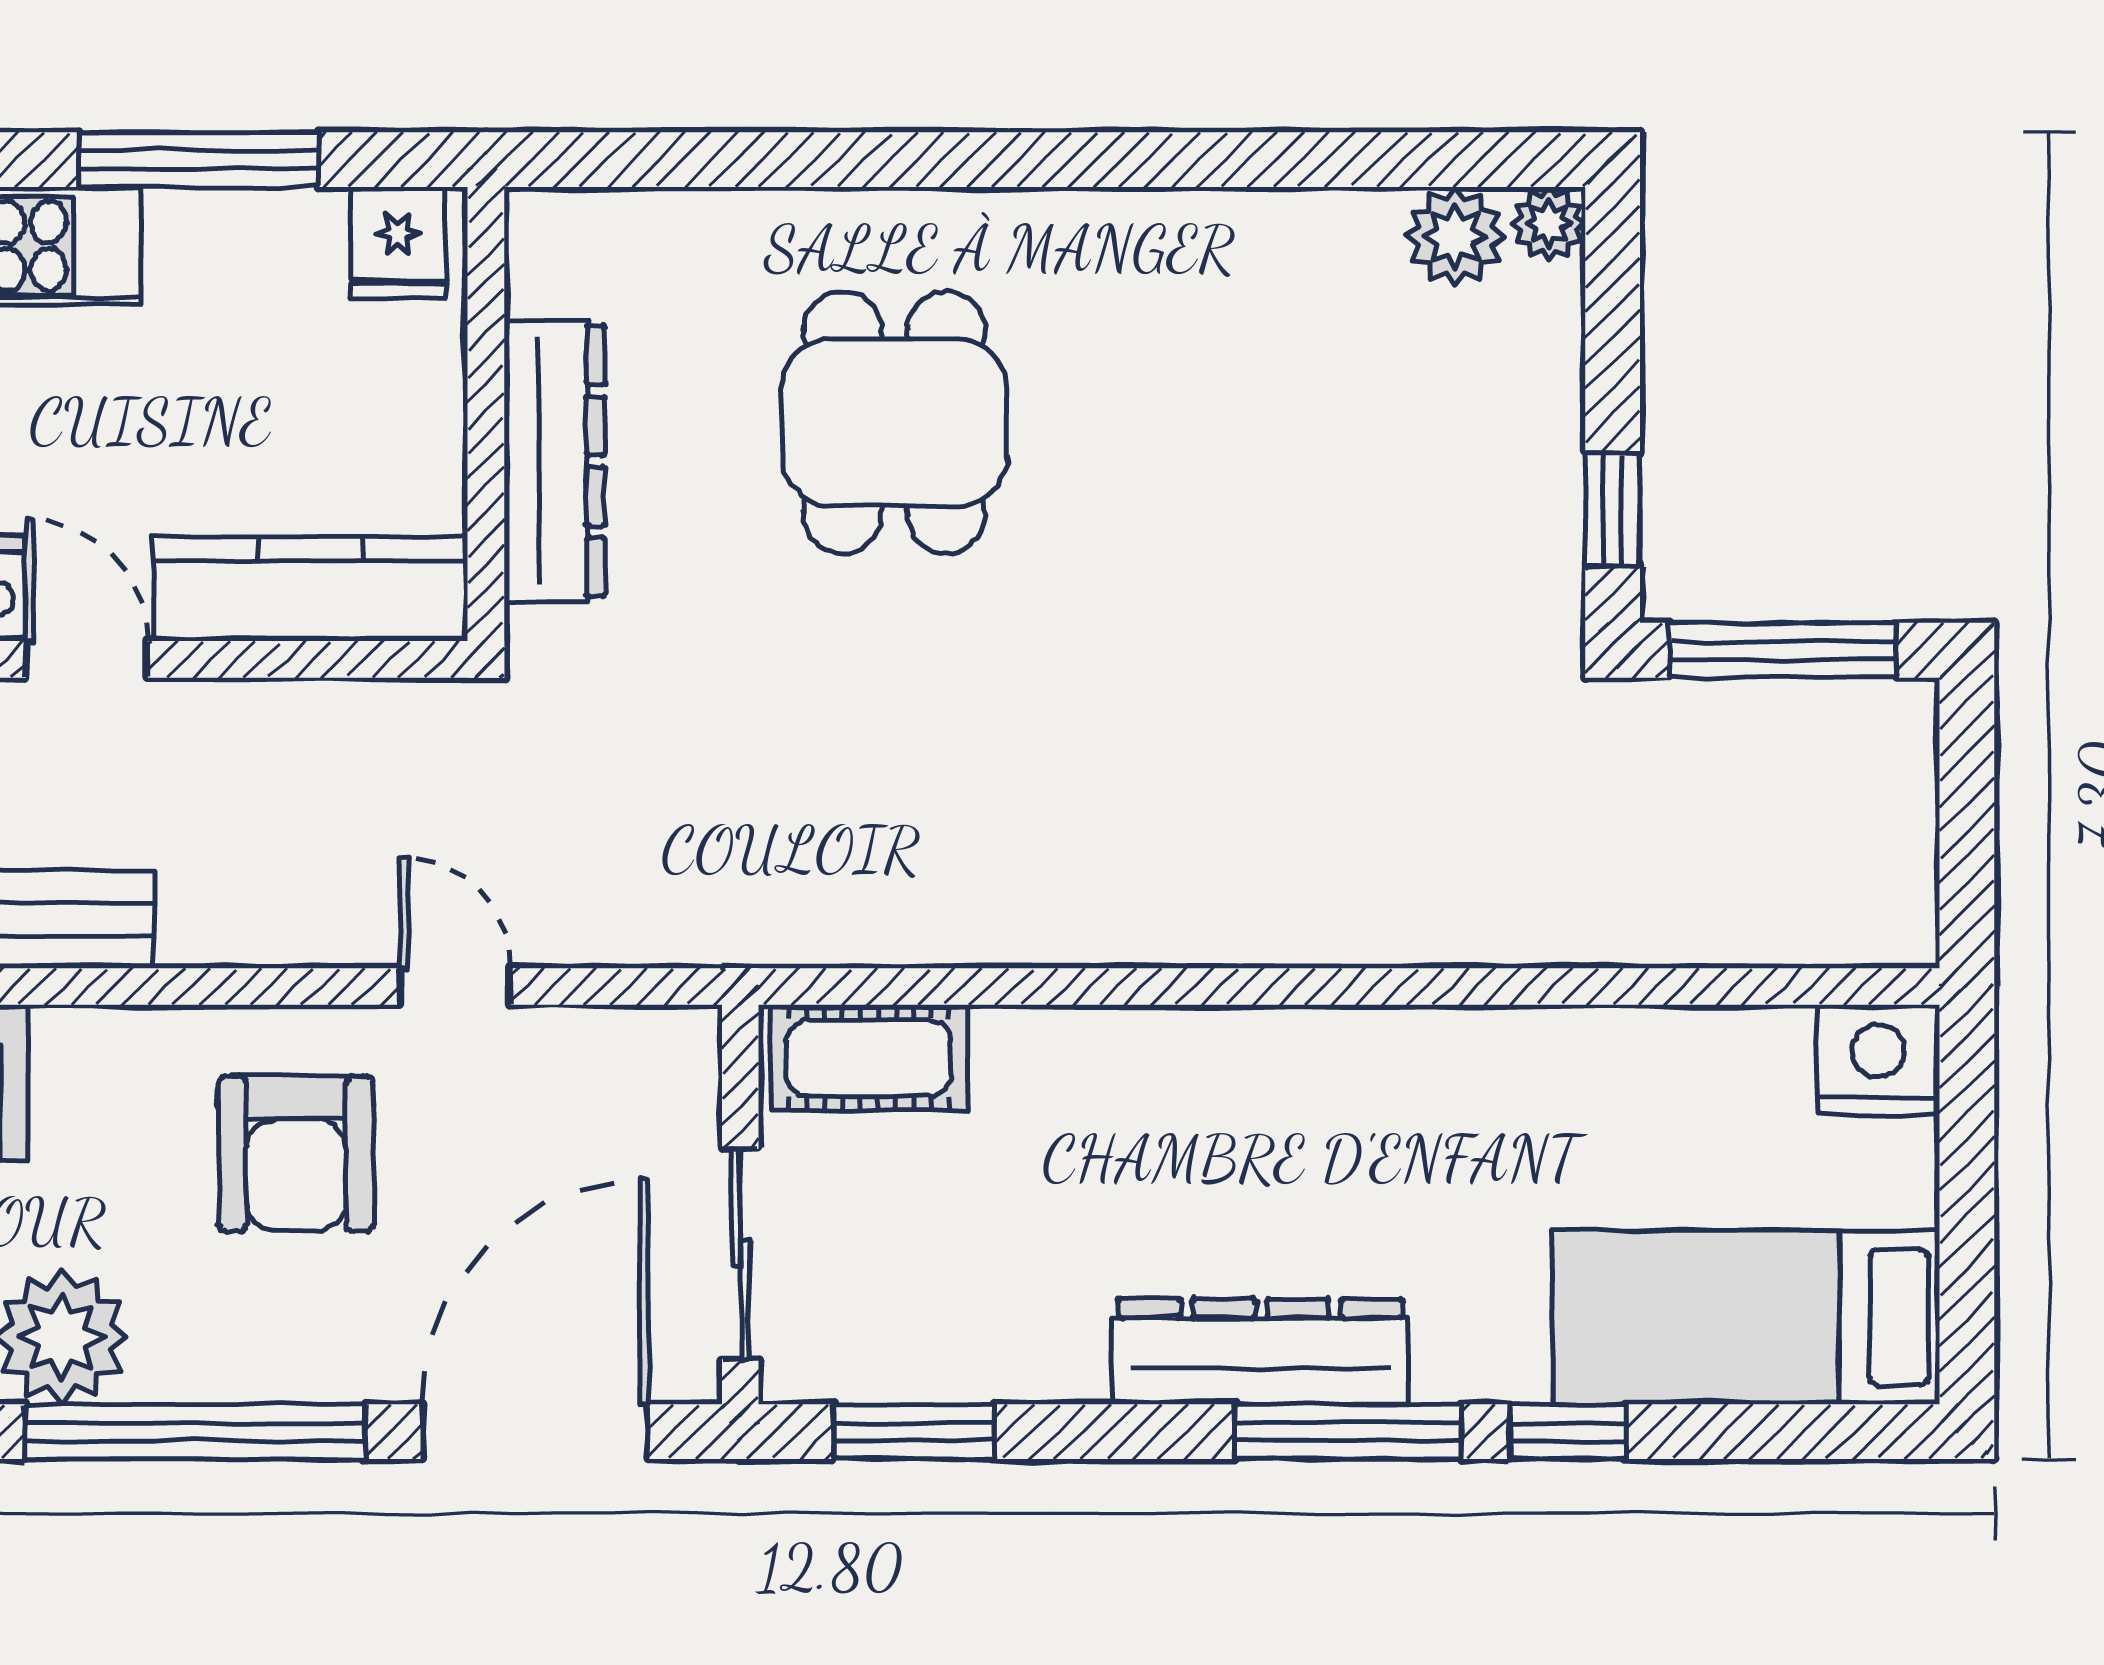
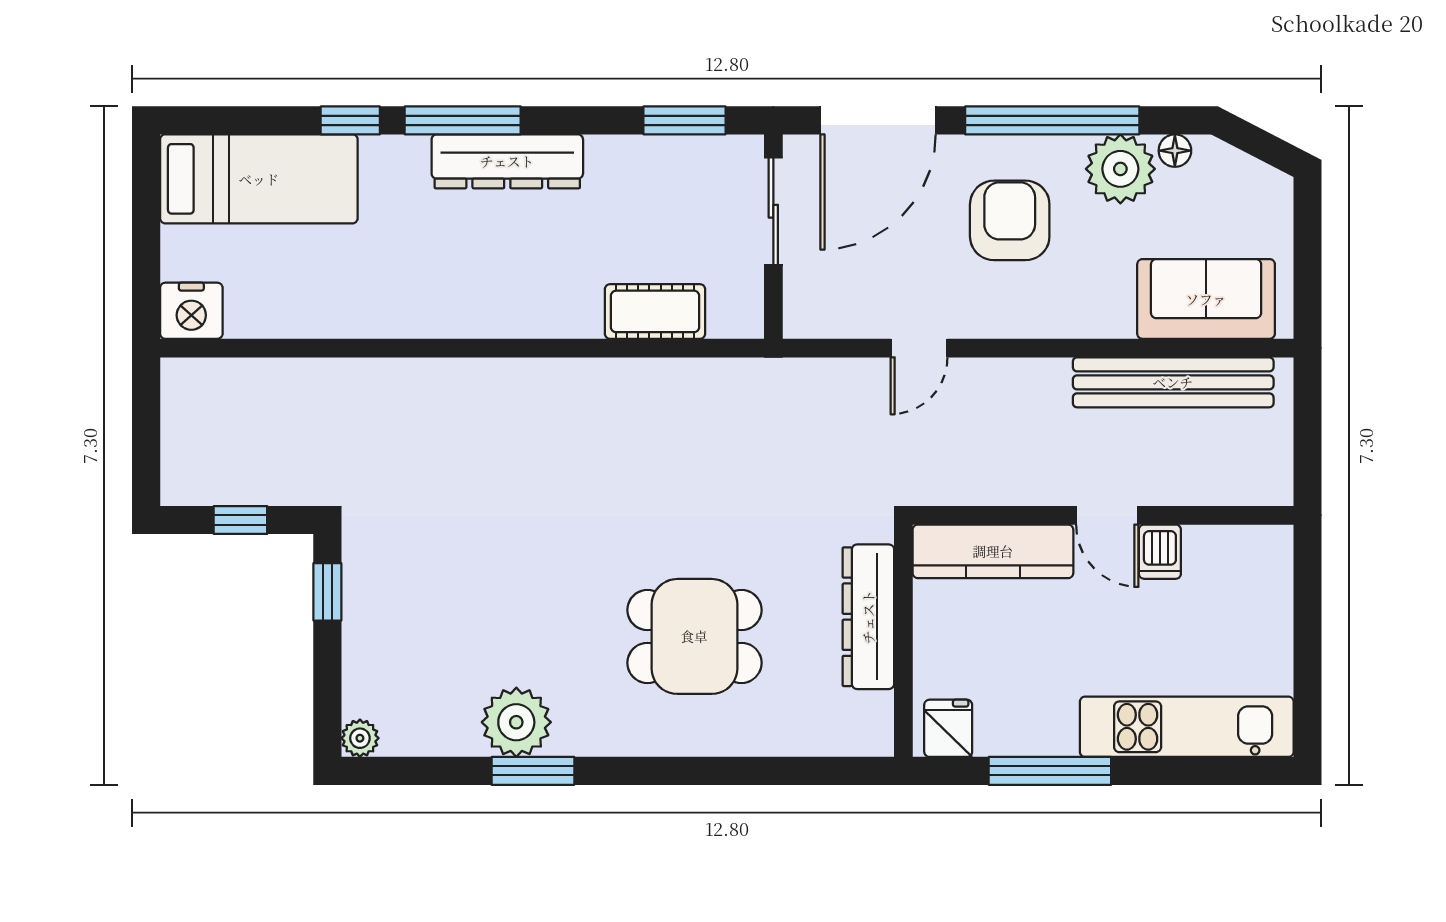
window: (1210, 160) -> (533, 771), added
plant: (1455, 237) -> (516, 722), moved, width x1.36, depth x1.36
dining table: (894, 422) -> (694, 636), turned 90
window: (1783, 650) -> (240, 520), width x0.46
door: (455, 986) -> (919, 348), hinge flipped
cot: (869, 1058) -> (655, 311), moved
armchair: (296, 1153) -> (1010, 220), moved

